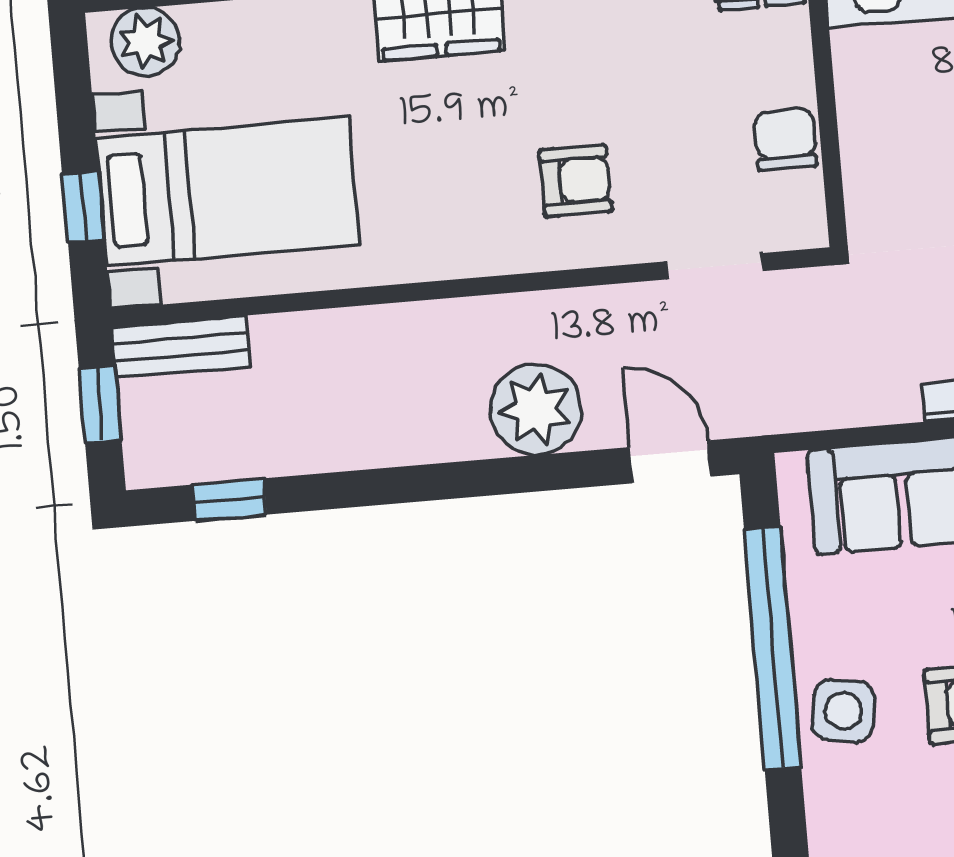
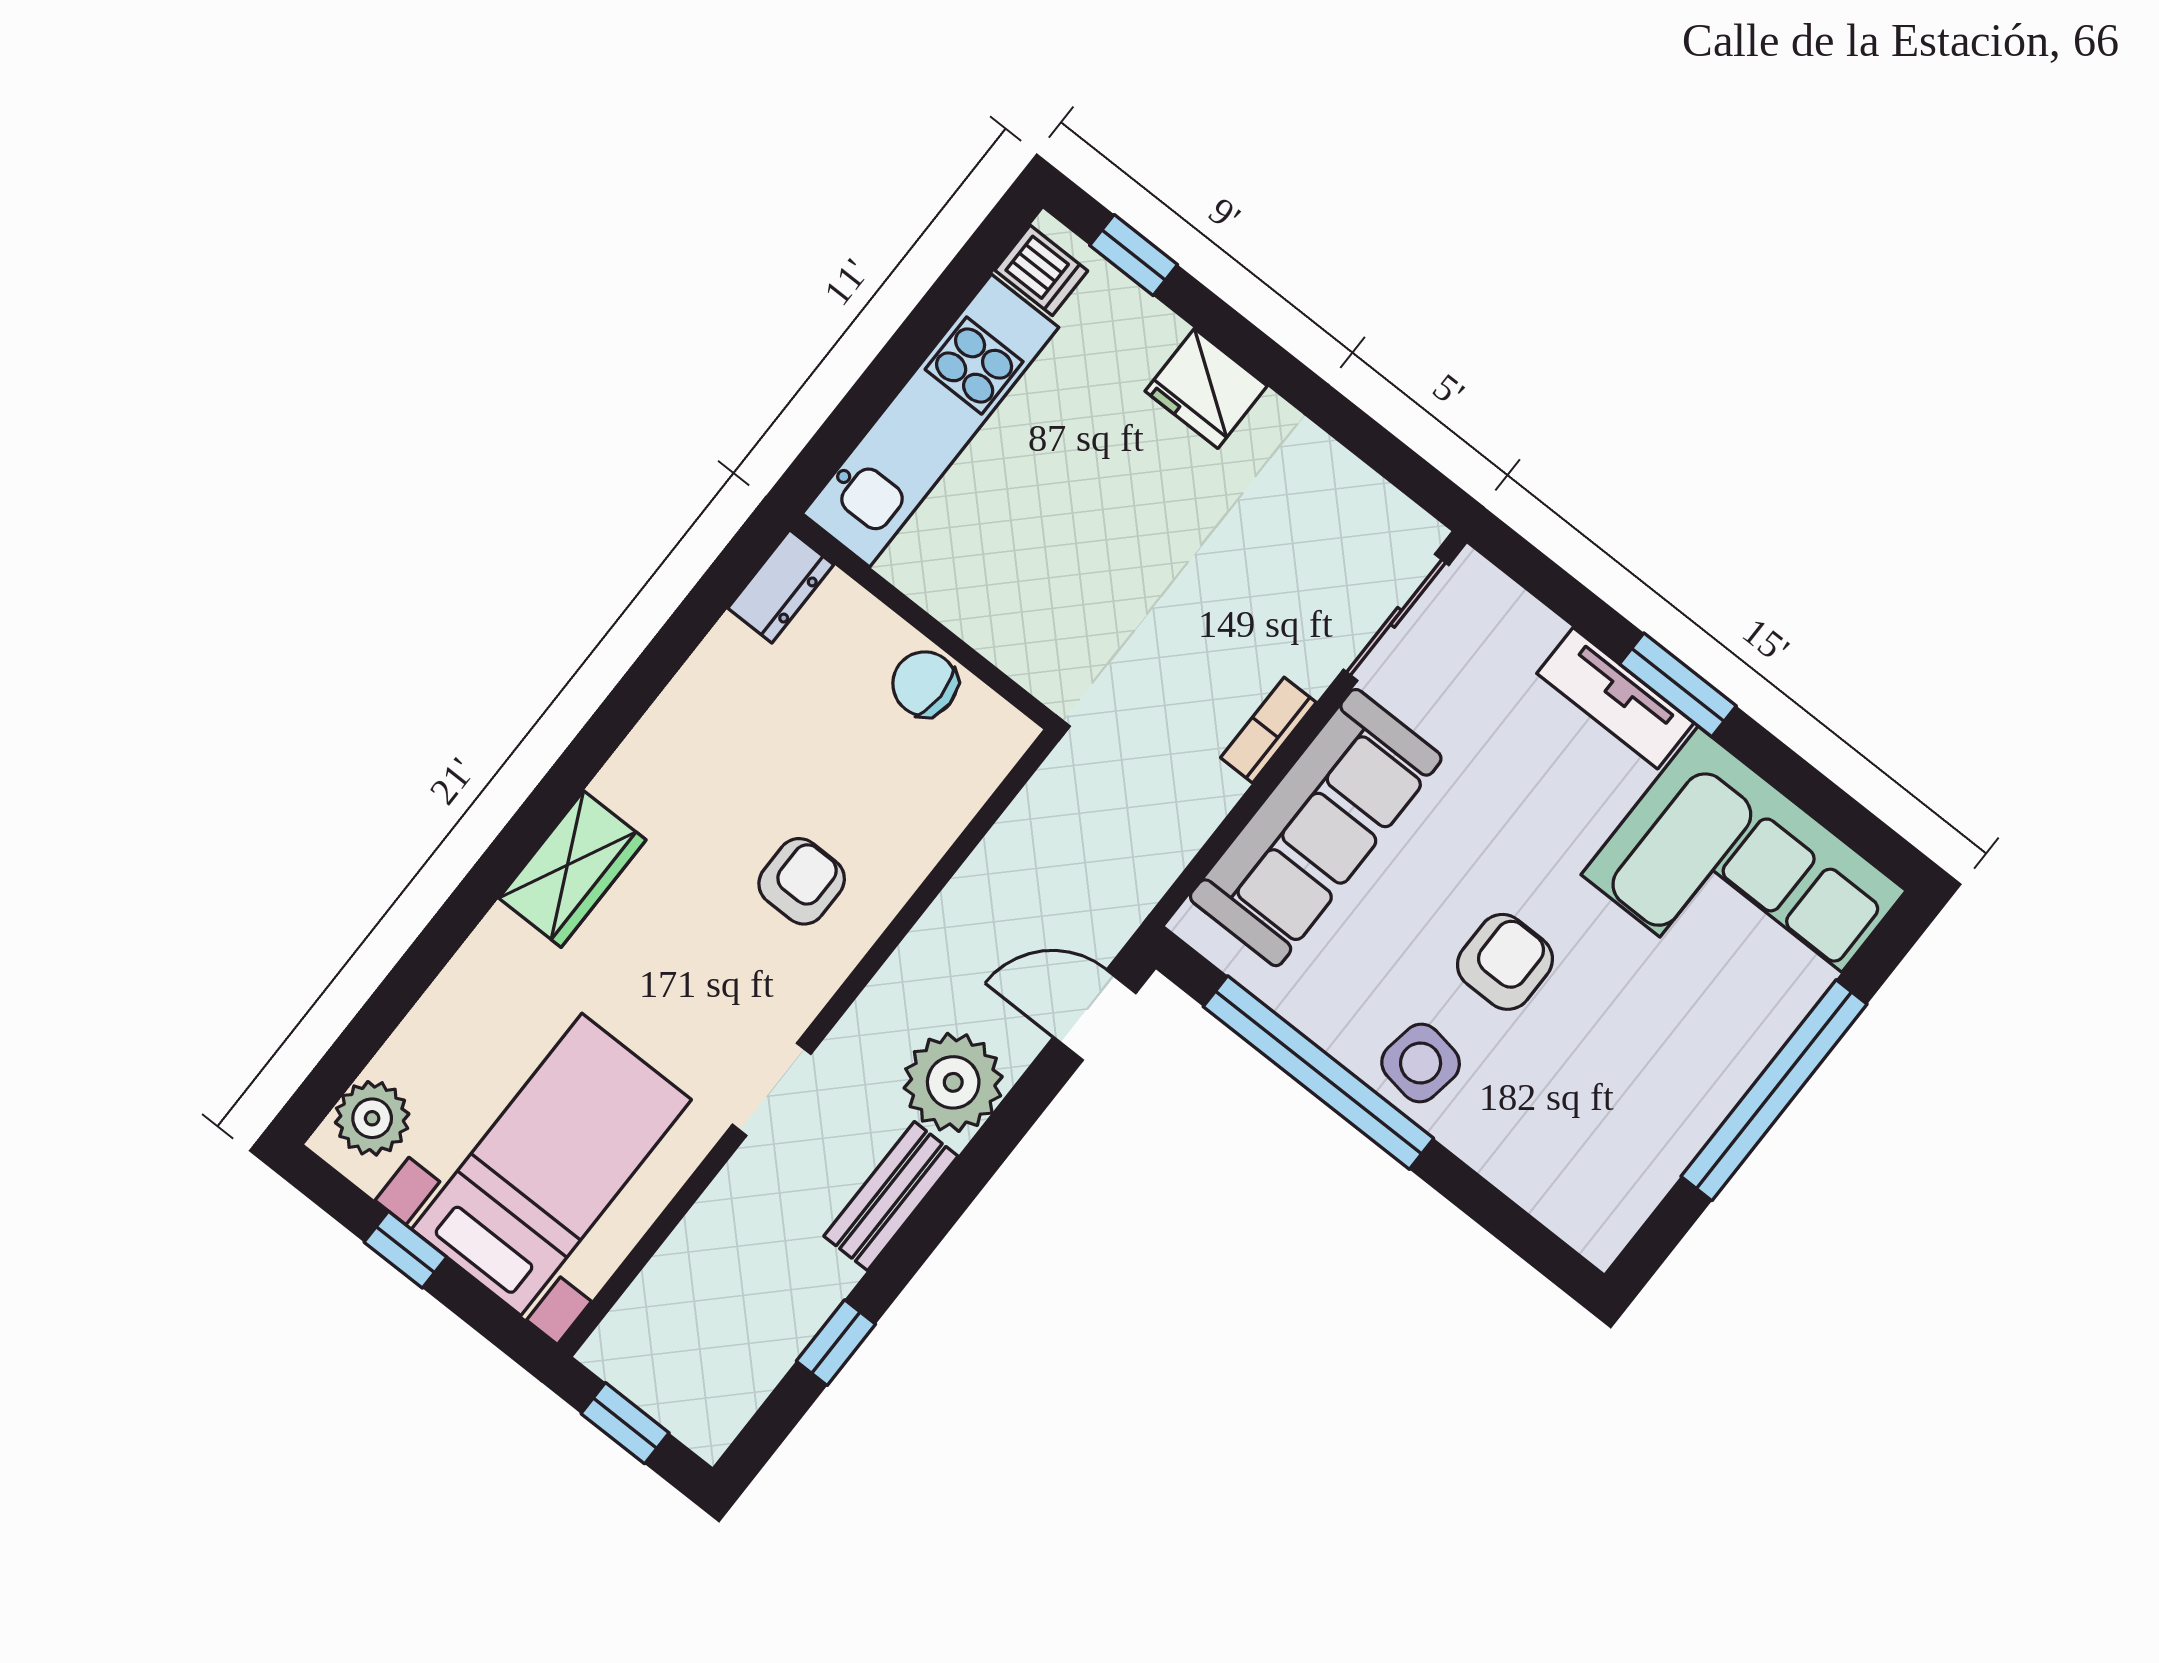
window: (83, 207) -> (405, 1250), moved
doorway: (715, 266) -> (772, 1089), moved
bench: (181, 347) -> (891, 1196), moved
window: (229, 500) -> (836, 1343), moved

